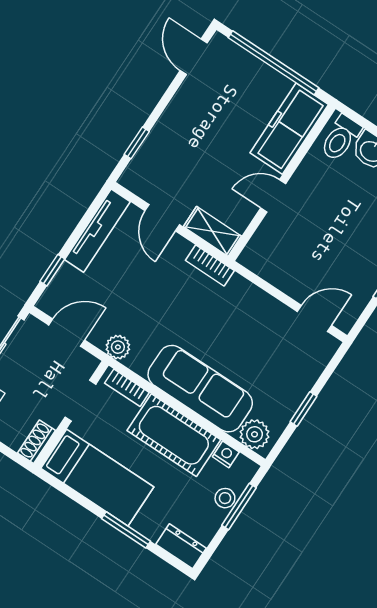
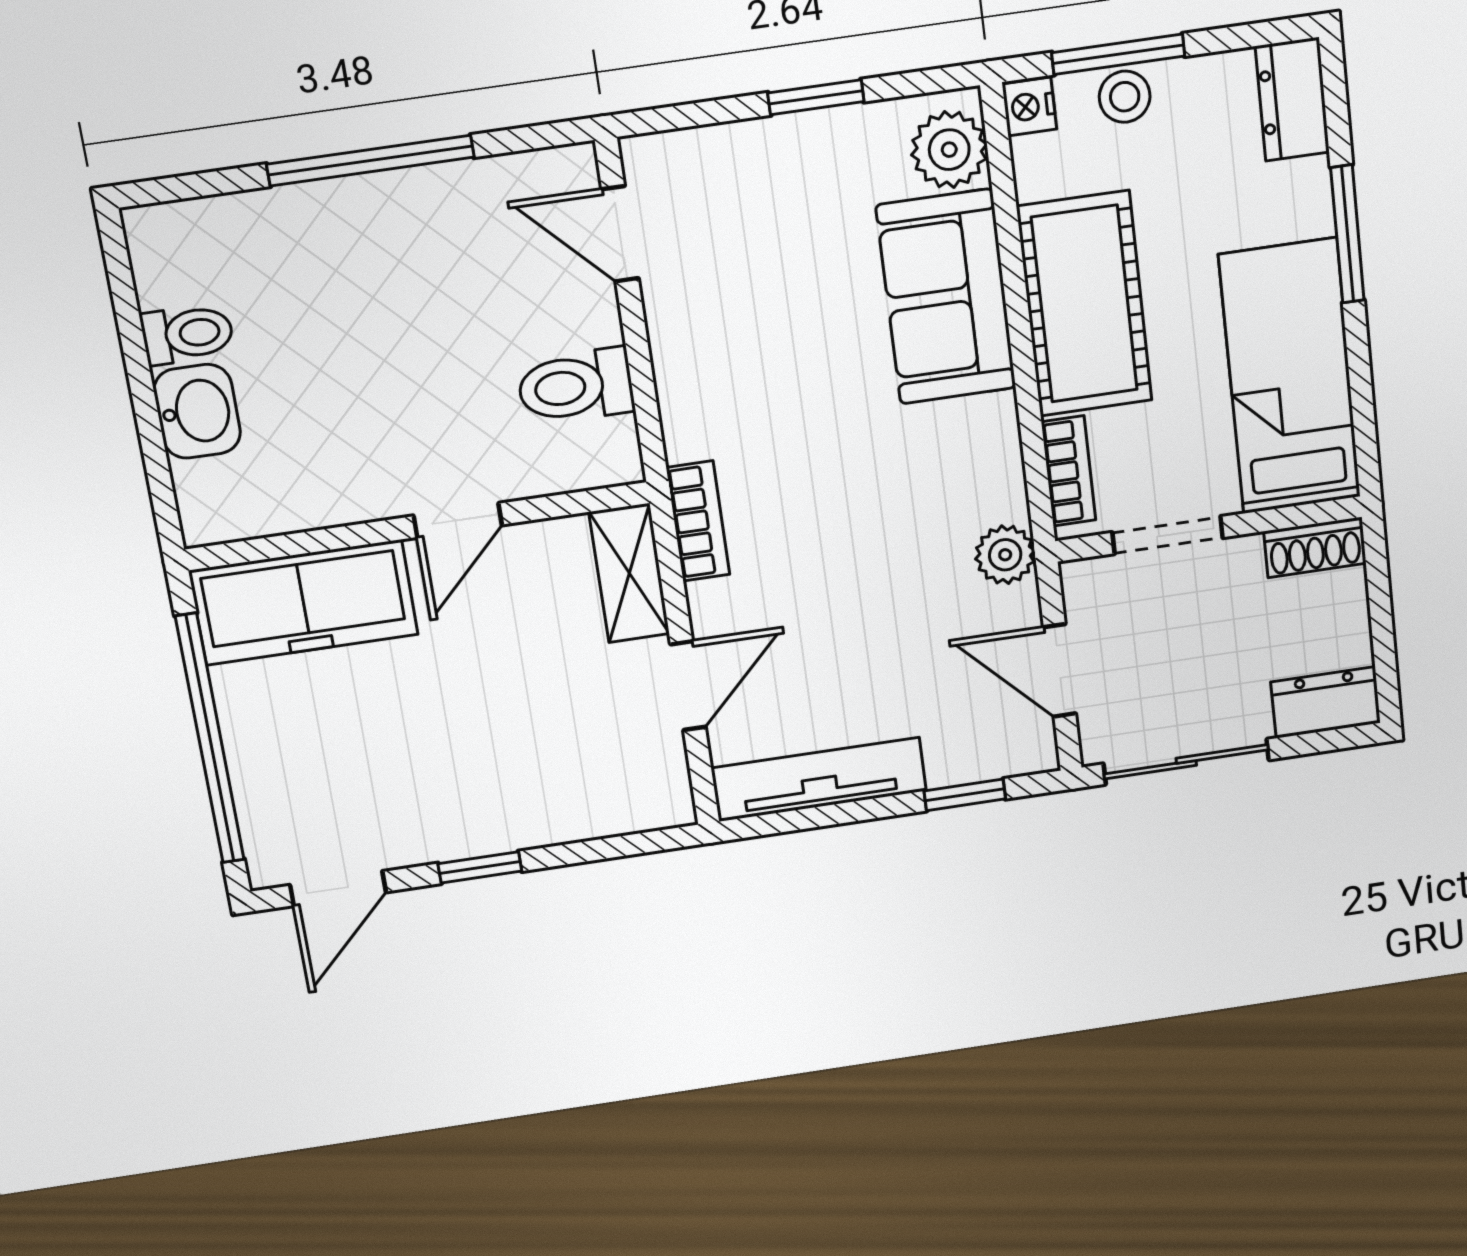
toilet: (341, 138) -> (576, 386), moved, turned 180
window: (137, 143) -> (480, 867), moved
door: (273, 196) -> (458, 520), hinge flipped
sofa: (200, 389) -> (946, 297), width x0.73
nightstand: (226, 454) -> (1029, 107), moved

